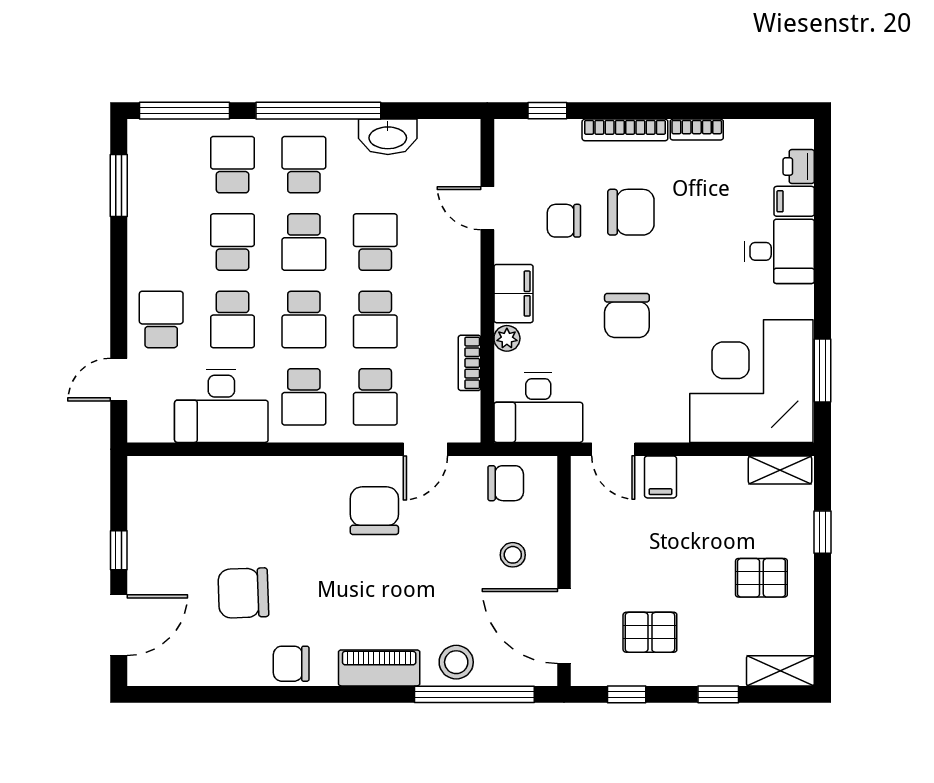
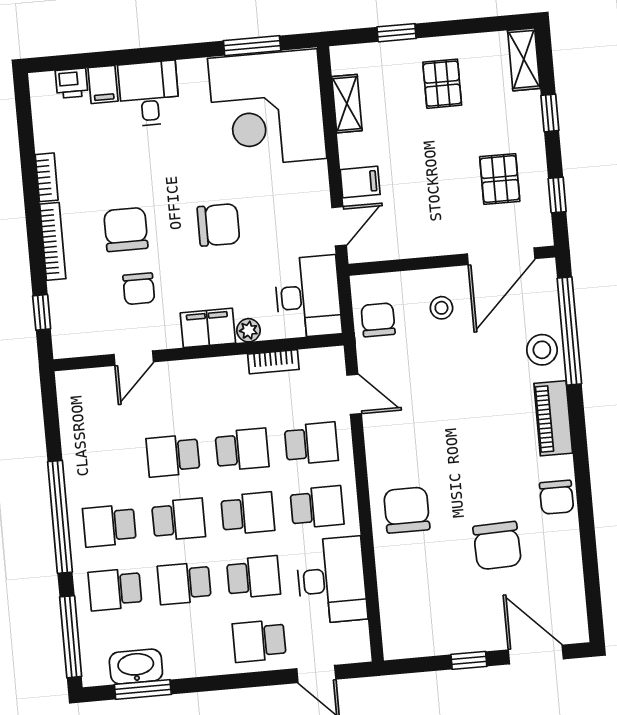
washbasin: (388, 137) -> (136, 667), moved, turned -90
shelving: (780, 470) -> (347, 104), moved
chair: (374, 511) -> (407, 510), moved, turned 90

